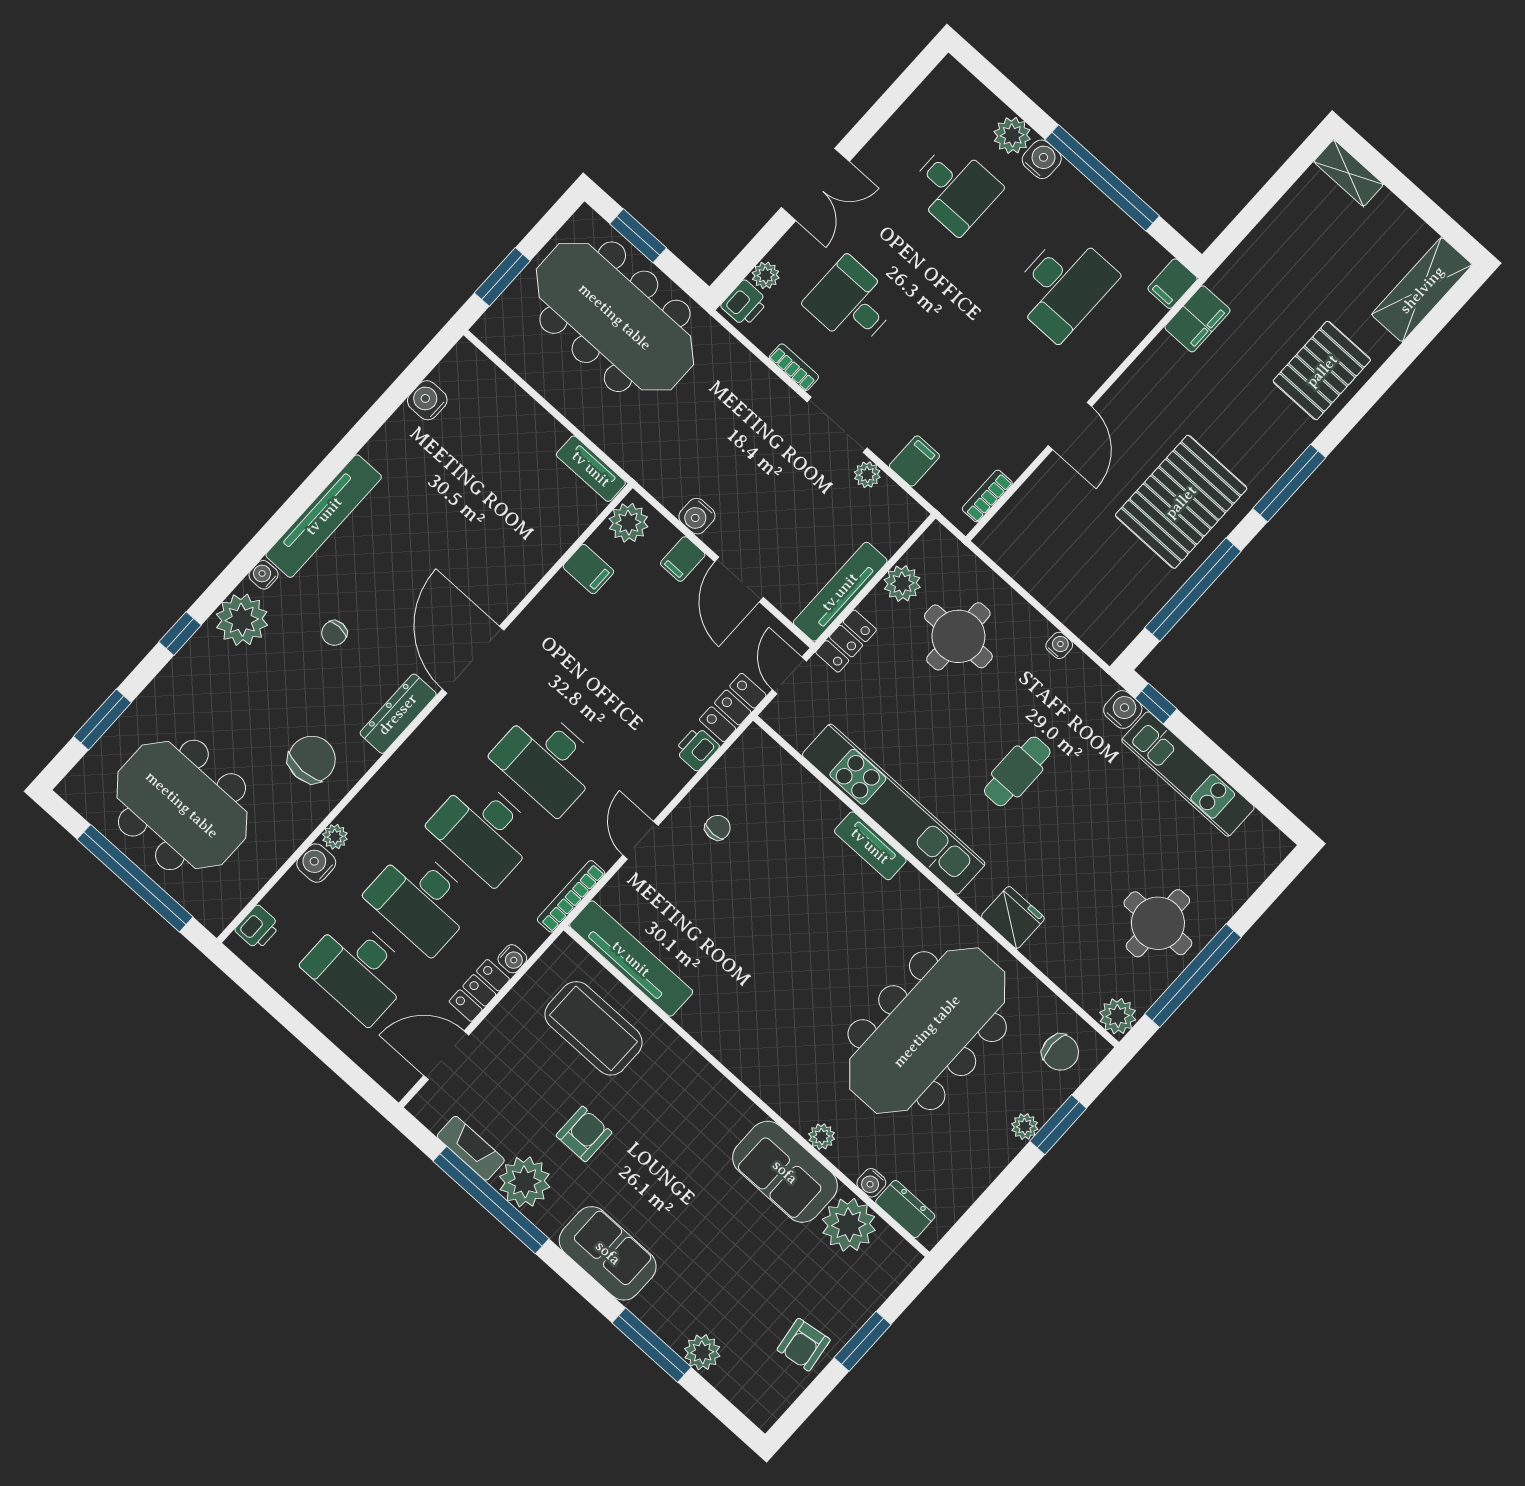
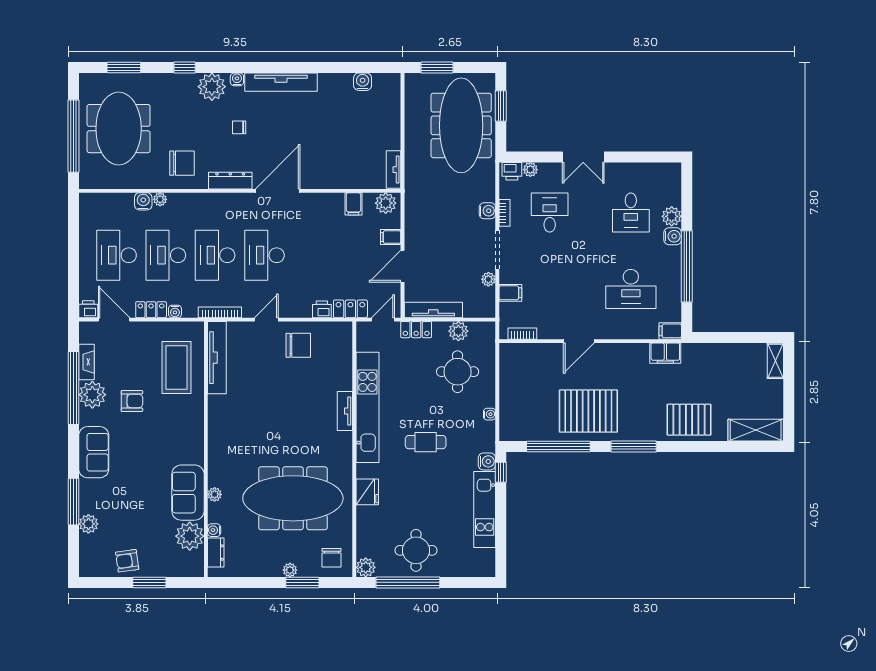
water cooler: (697, 516) -> (487, 211), moved, turned 180
chair: (718, 828) -> (298, 345), width x1.87, depth x1.87
printer: (258, 928) -> (88, 309), moved, turned 180

